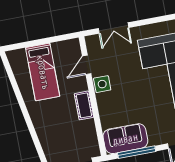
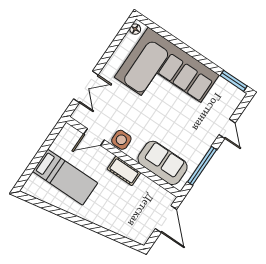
door: (87, 65) -> (94, 137), hinge flipped
sofa: (125, 139) -> (163, 163), moved, turned 90

